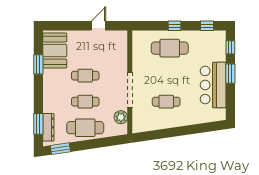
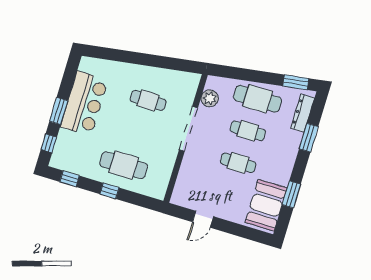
window: (38, 124) -> (309, 138), moved

